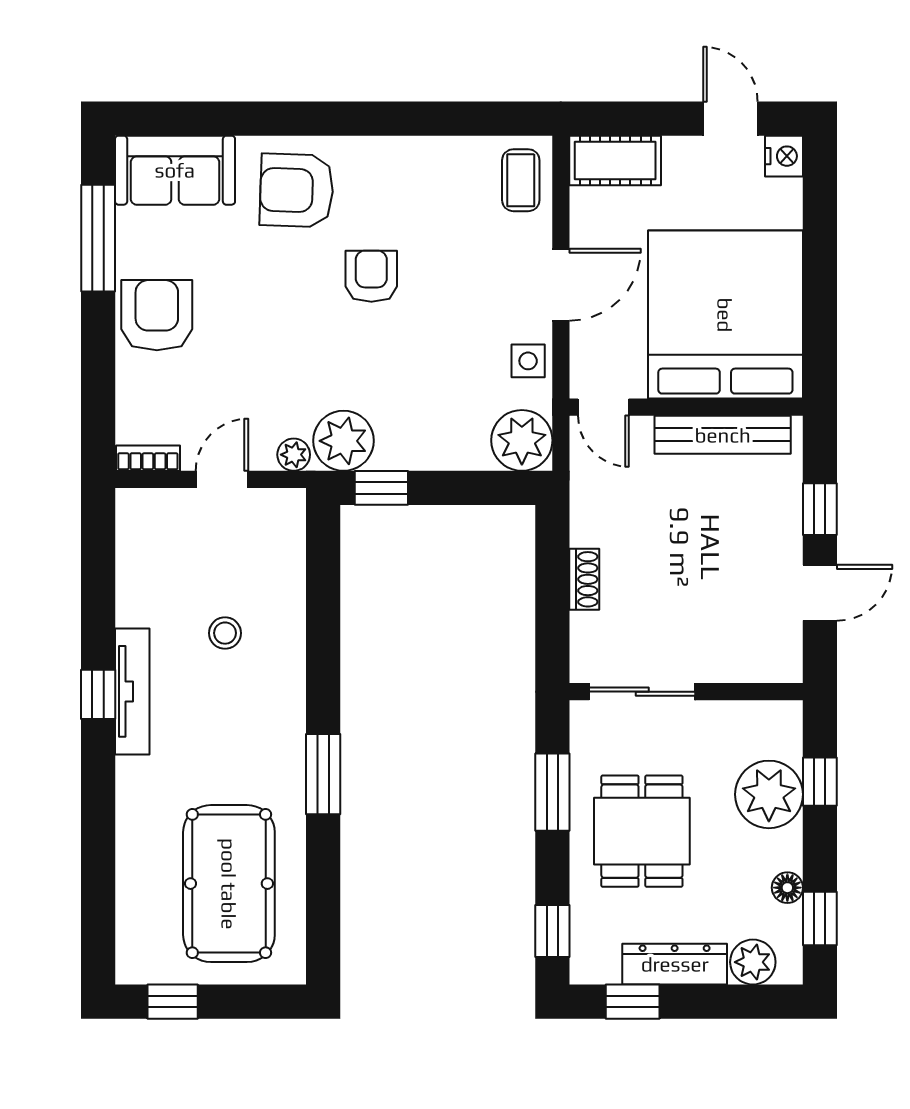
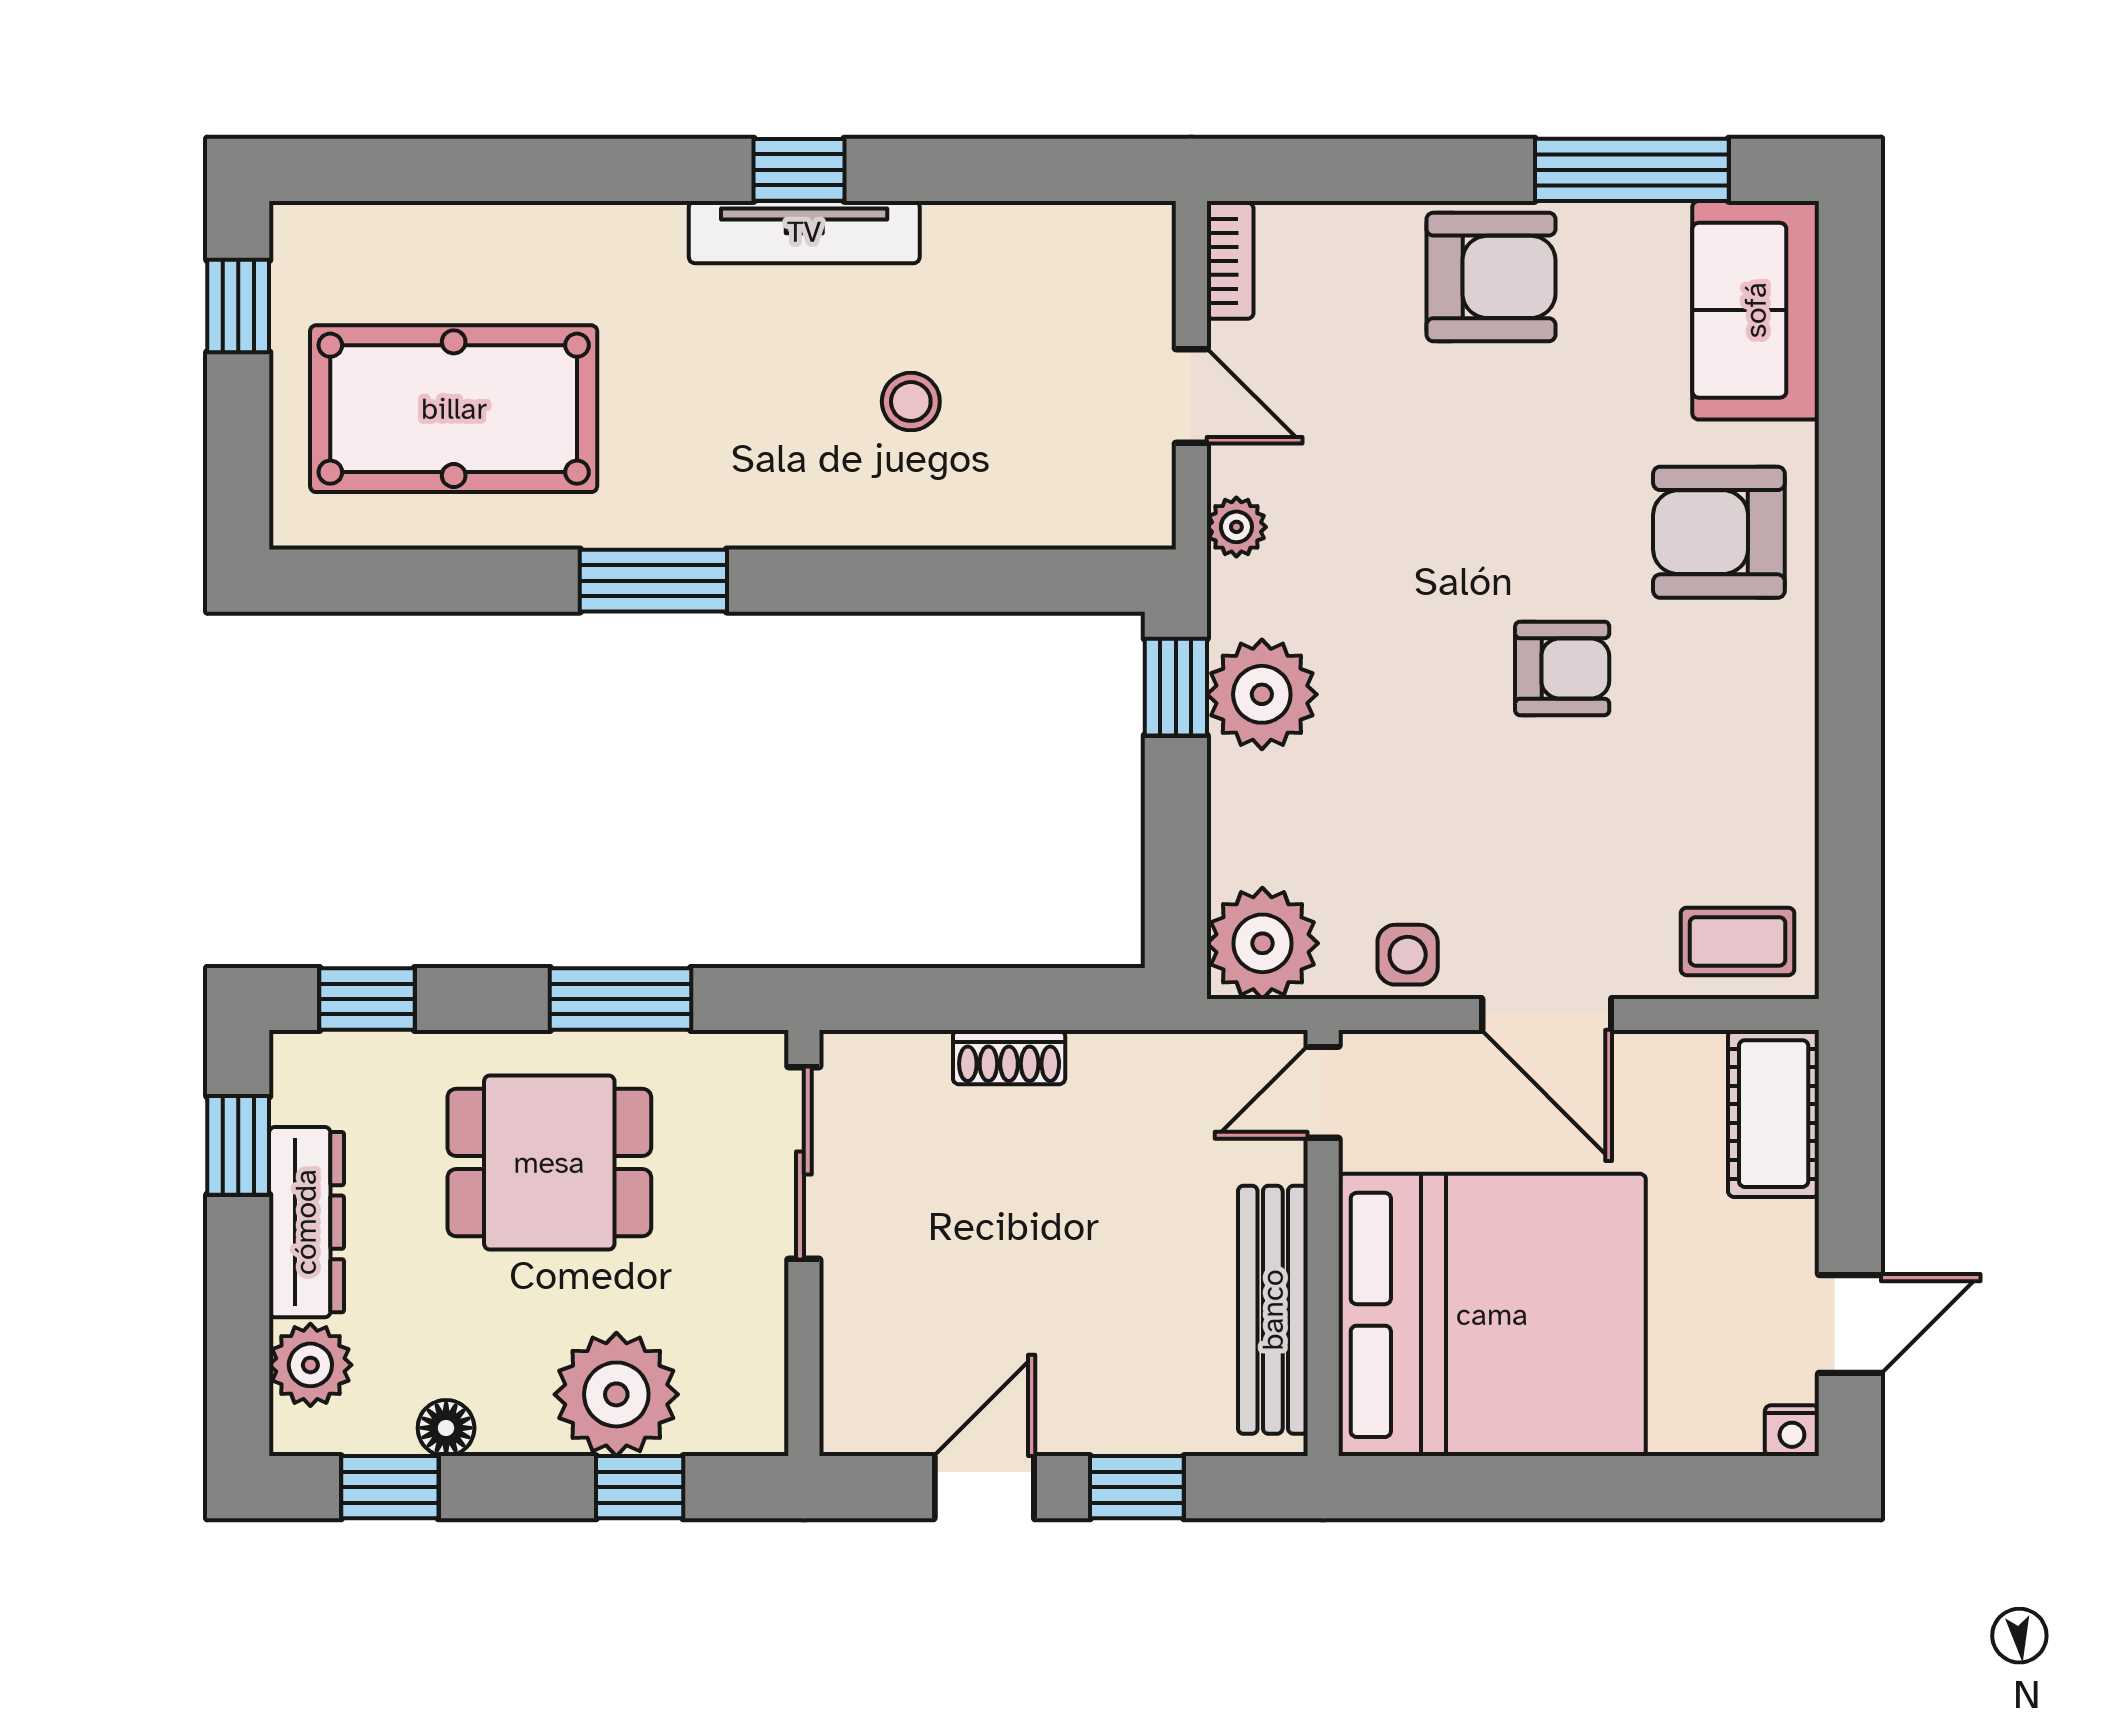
nightstand: (784, 156) -> (1792, 1431), width x0.72, depth x0.74
armchair: (297, 190) -> (1719, 532), turned -92
plant: (343, 441) -> (1262, 694), moved
door: (820, 593) -> (984, 1487), swing flipped

